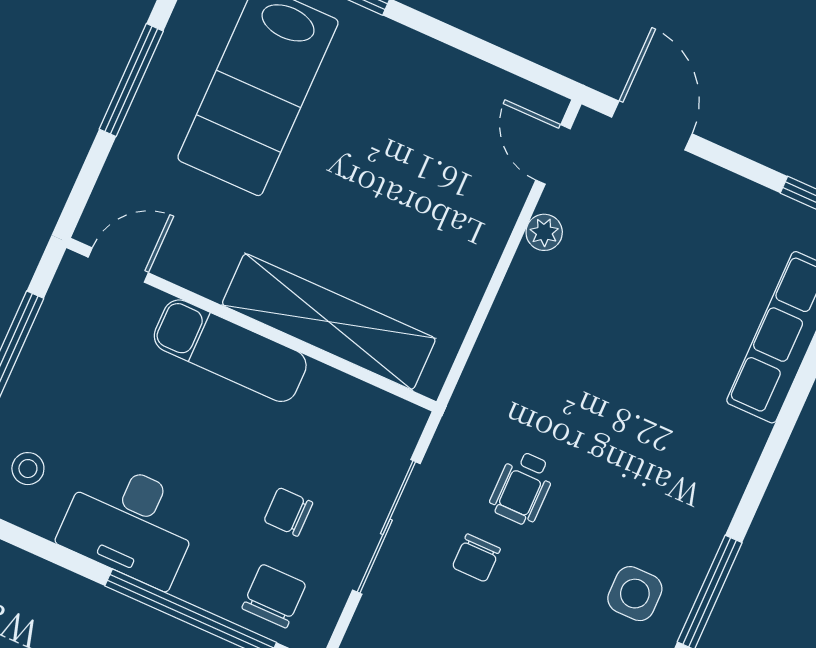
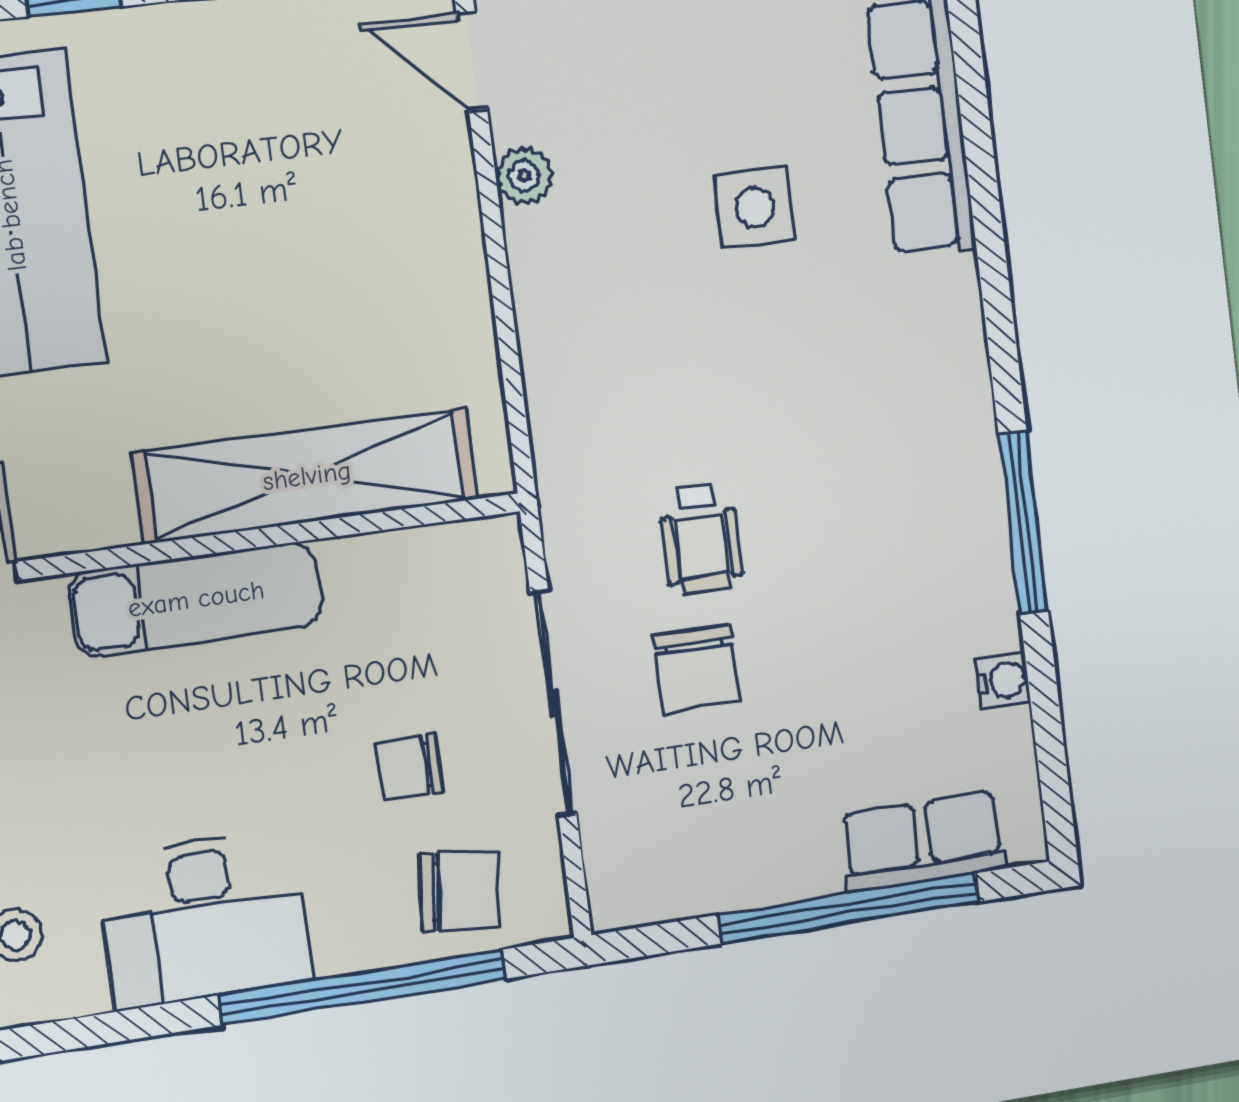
chair: (476, 558) -> (697, 669), width x1.37, depth x1.37
side table: (635, 594) -> (755, 207), moved
chair: (274, 596) -> (460, 891), turned 96

